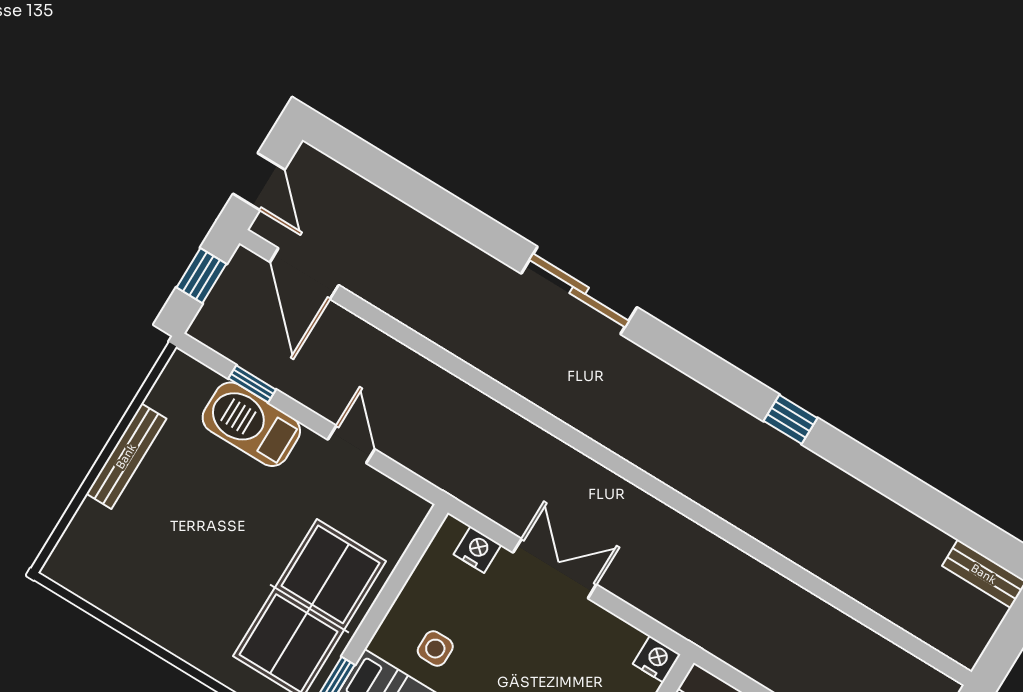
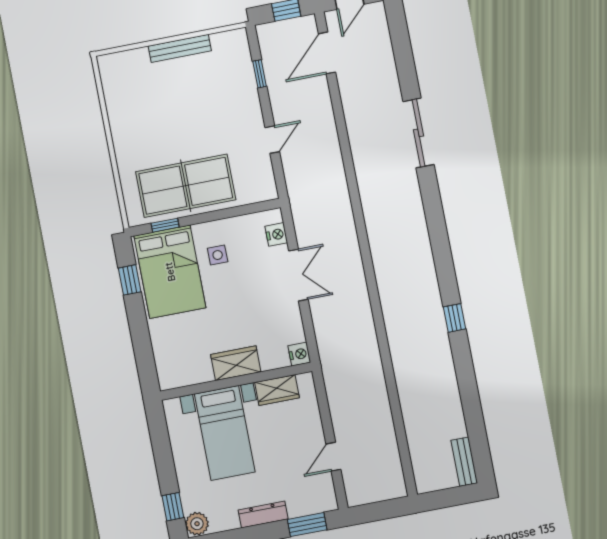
sliding door: (579, 290) -> (419, 133), moved
barbecue: (251, 424) -> (242, 89), removed

